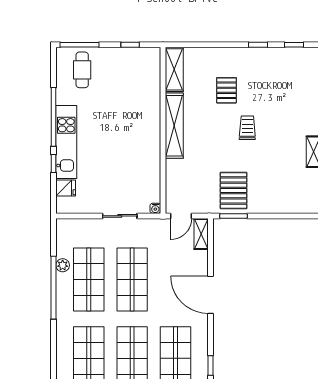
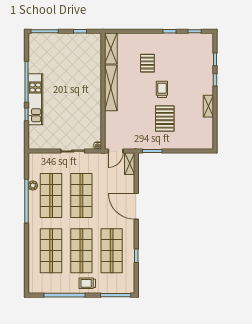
cafe table: (82, 70) -> (46, 49), removed
fridge: (66, 188) -> (35, 132), removed
pallet: (234, 191) -> (165, 118), moved

